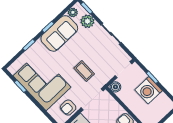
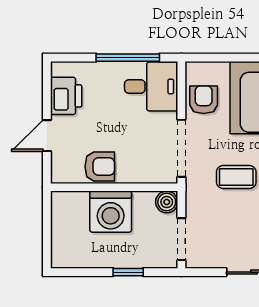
washing machine: (149, 90) -> (111, 212), moved, turned 180

